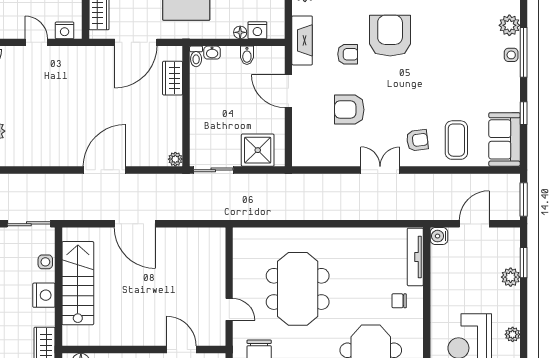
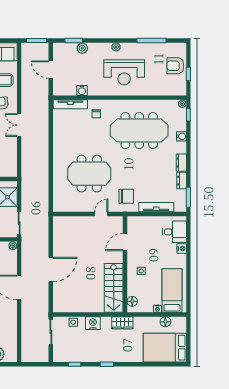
water cooler: (439, 236) -> (82, 90), moved
stairs: (78, 283) -> (114, 288), moved, turned -90

